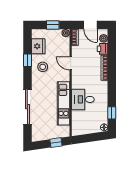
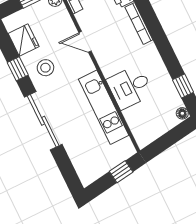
sliding door: (27, 107) -> (43, 121), moved

